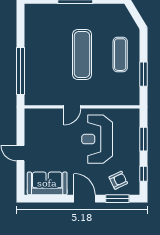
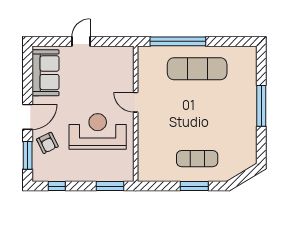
exercise mat: (82, 55) -> (197, 69), moved
window: (143, 74) -> (194, 186), moved
window: (143, 139) -> (110, 186), moved
armchair: (118, 180) -> (47, 143), moved

